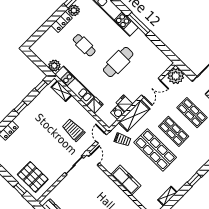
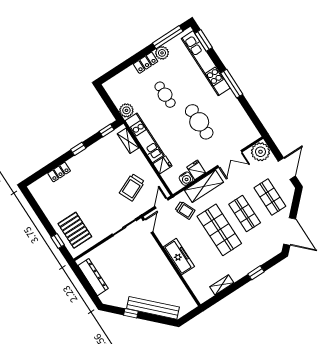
cafe table: (118, 62) -> (199, 122), turned 90
trolley: (73, 130) -> (132, 187), turned -114

